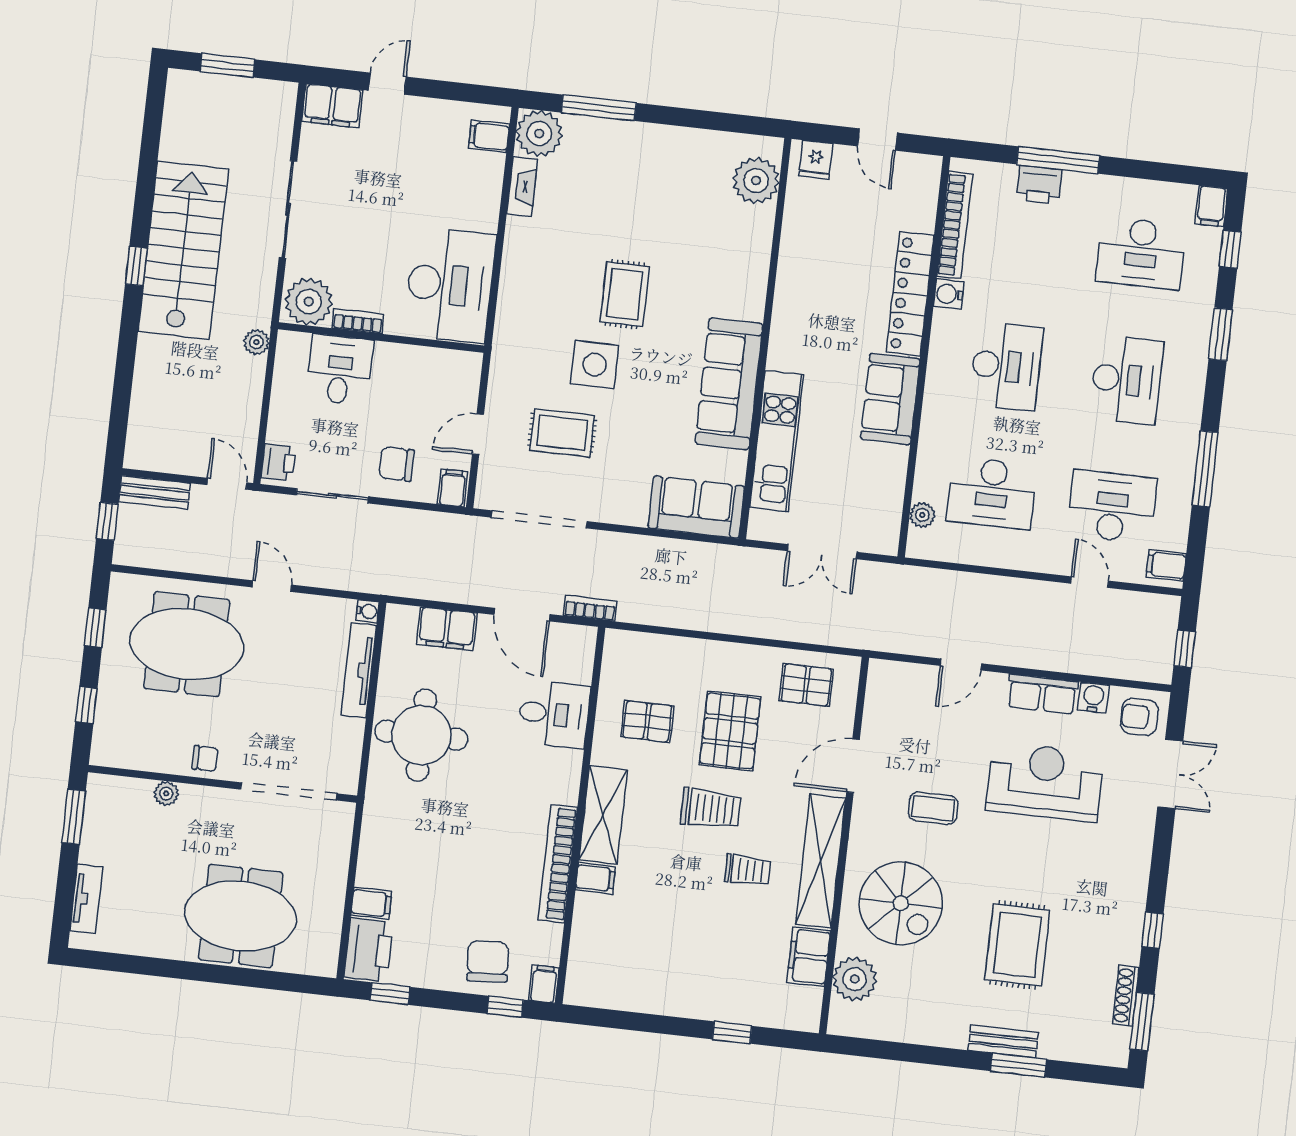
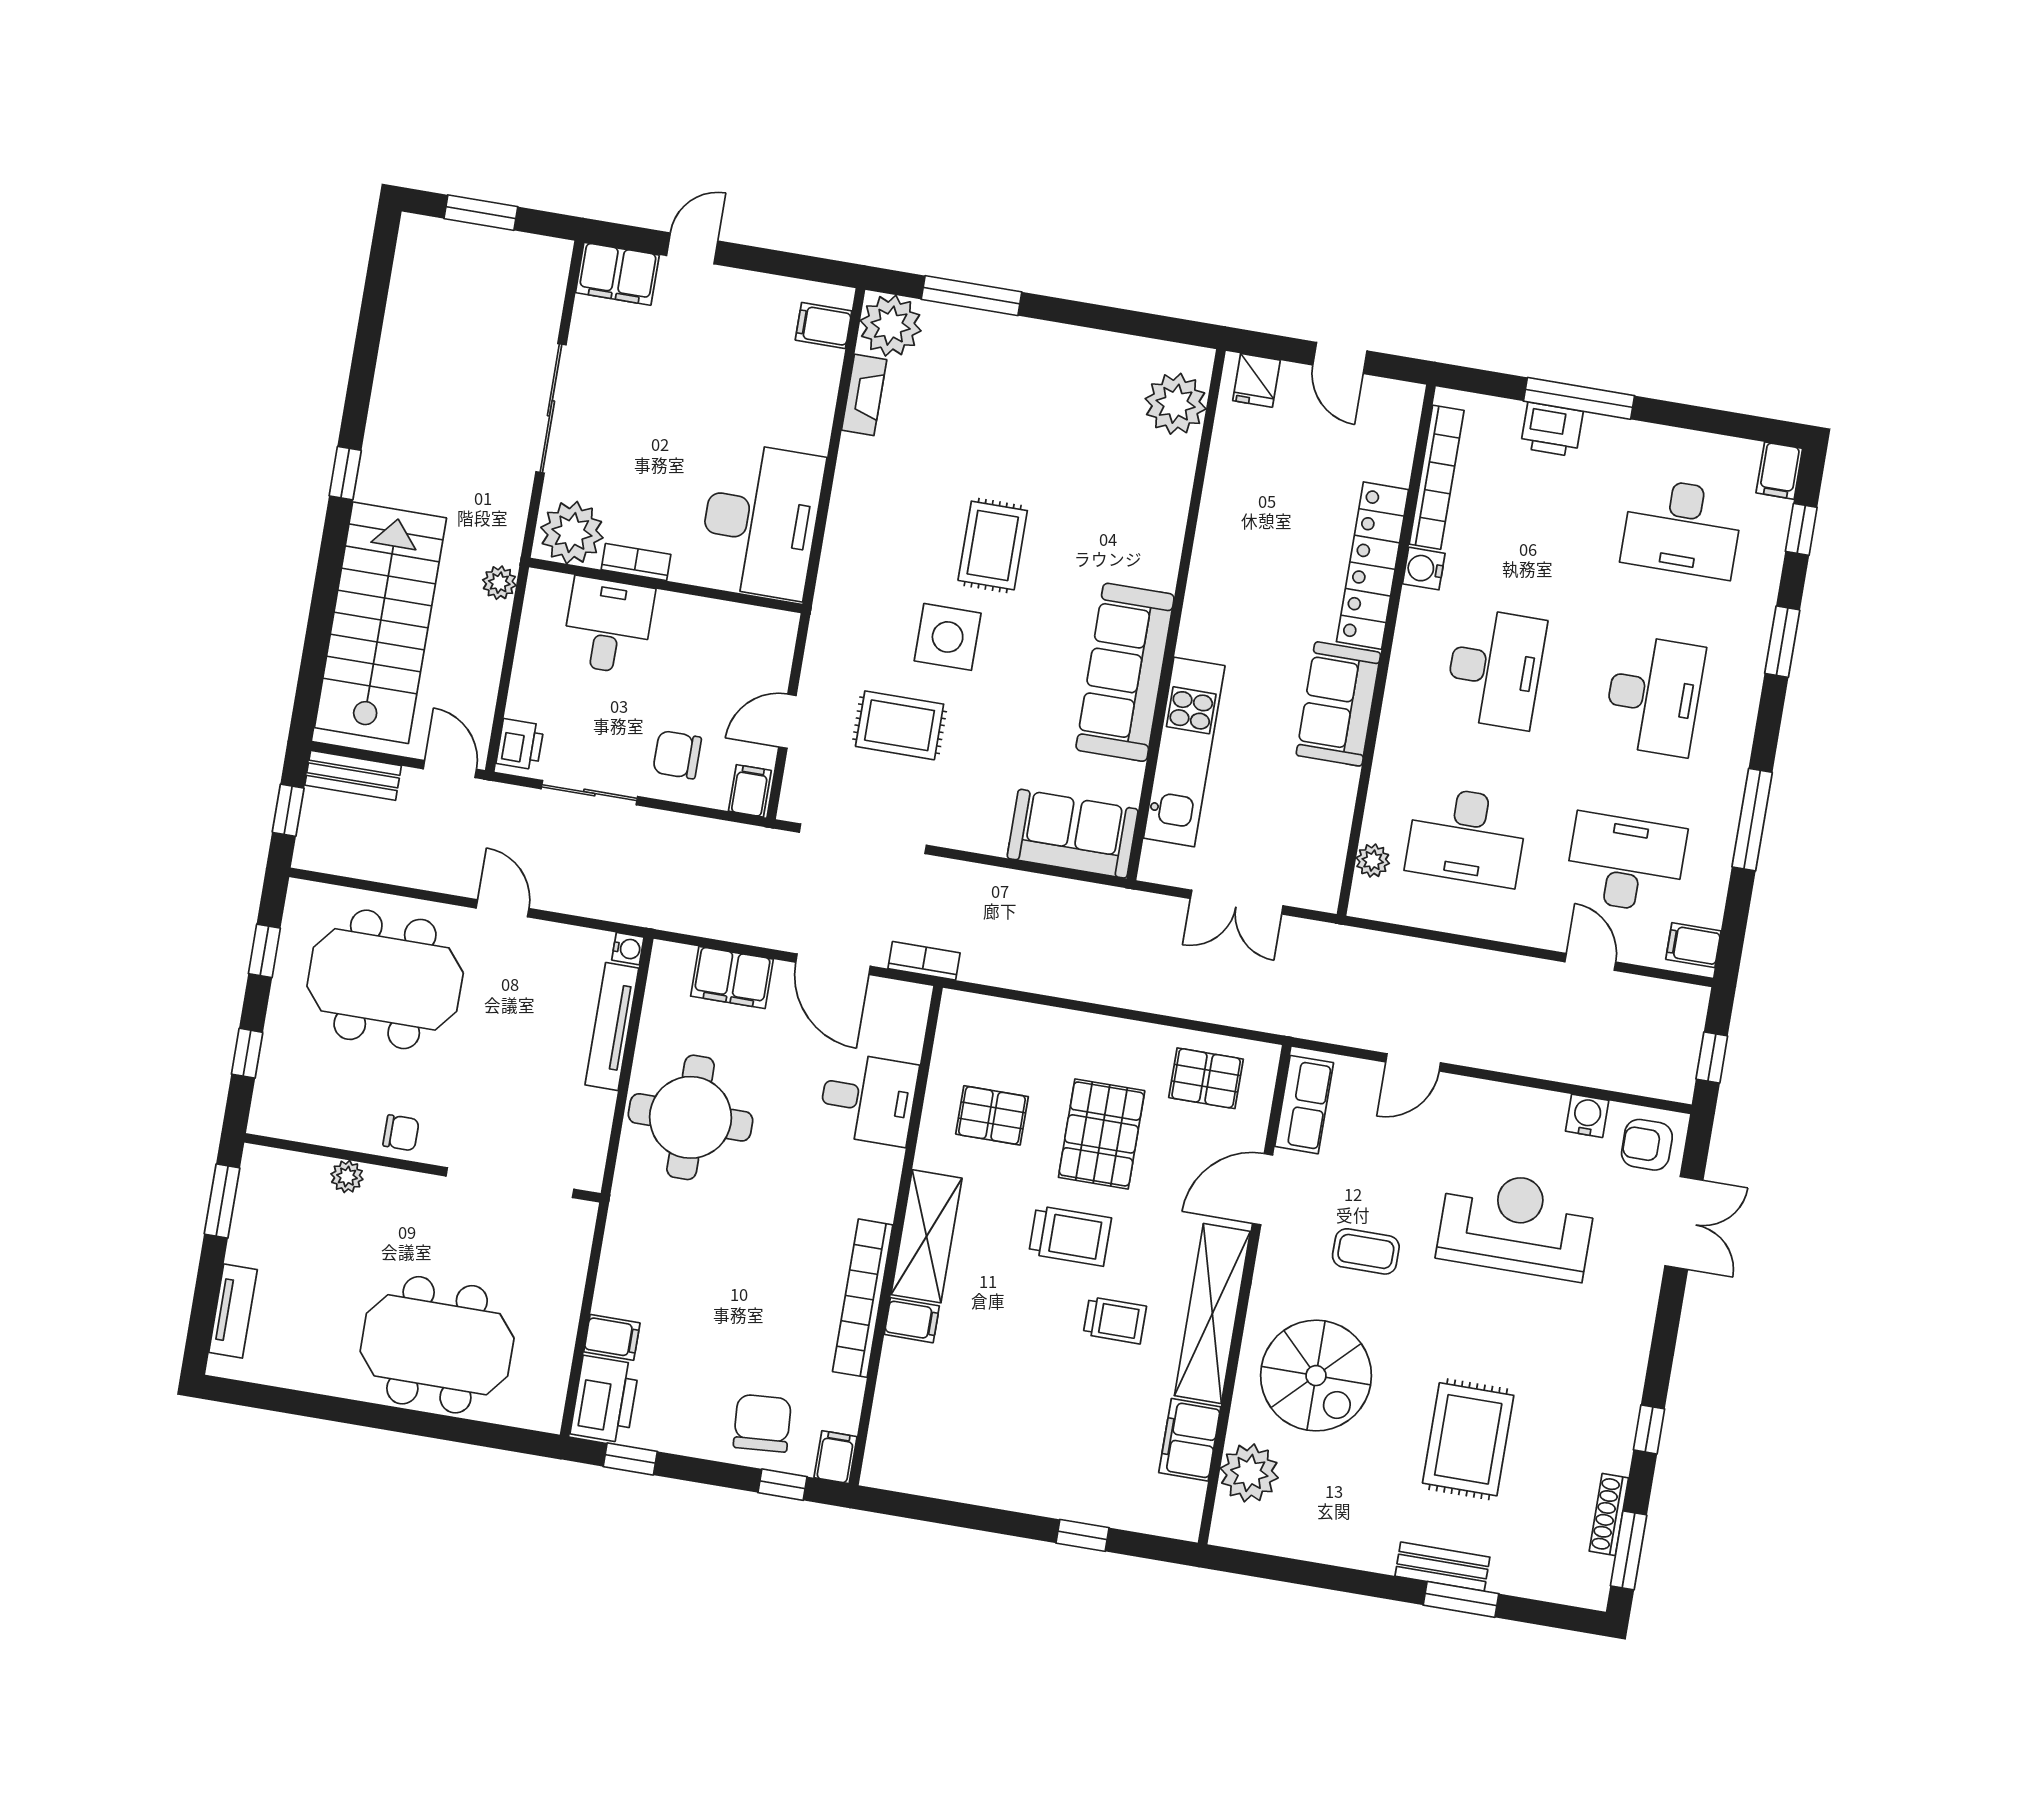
stairs: (183, 250) -> (380, 623), moved
row of seats: (1042, 694) -> (1304, 1105), moved, turned -90

